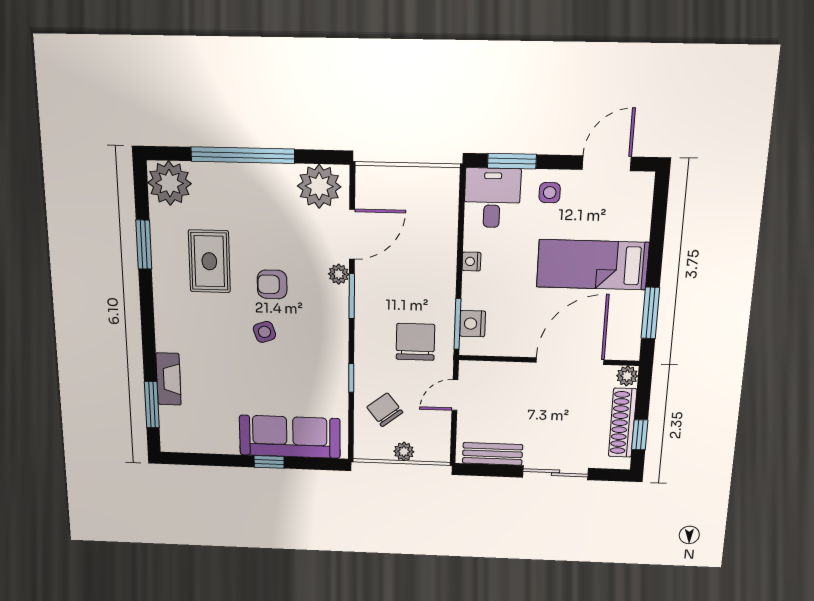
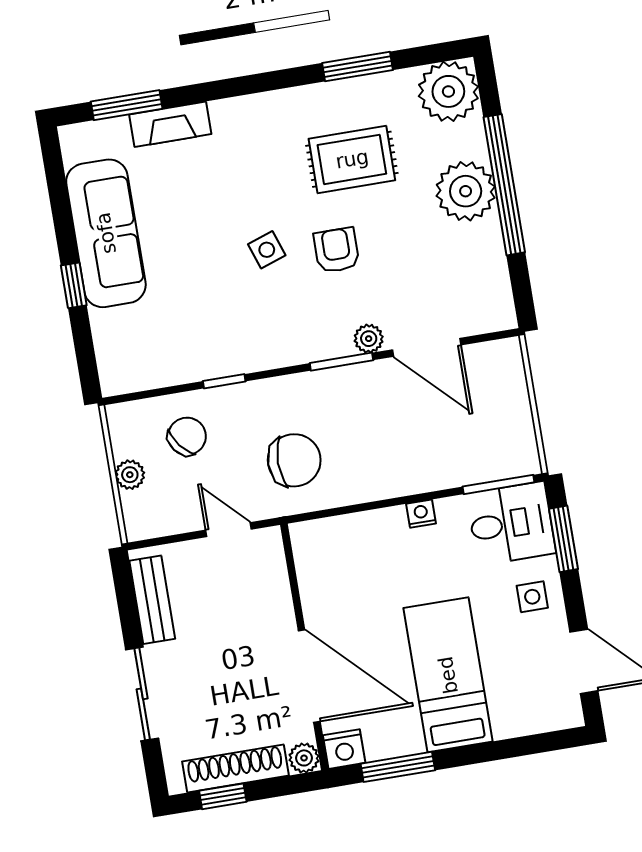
plant: (319, 186) -> (466, 191), moved
window: (457, 324) -> (498, 484), moved
nightstand: (473, 324) -> (344, 749), moved, turned 180
sofa: (290, 437) -> (106, 233), moved

